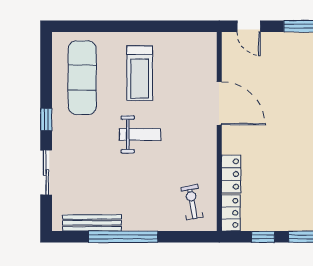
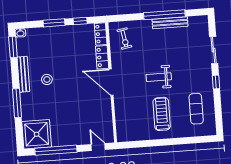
exercise mat: (82, 78) -> (196, 109), width x0.73, depth x0.69
door: (219, 103) -> (111, 82), moved
bench: (92, 223) -> (170, 23), moved

